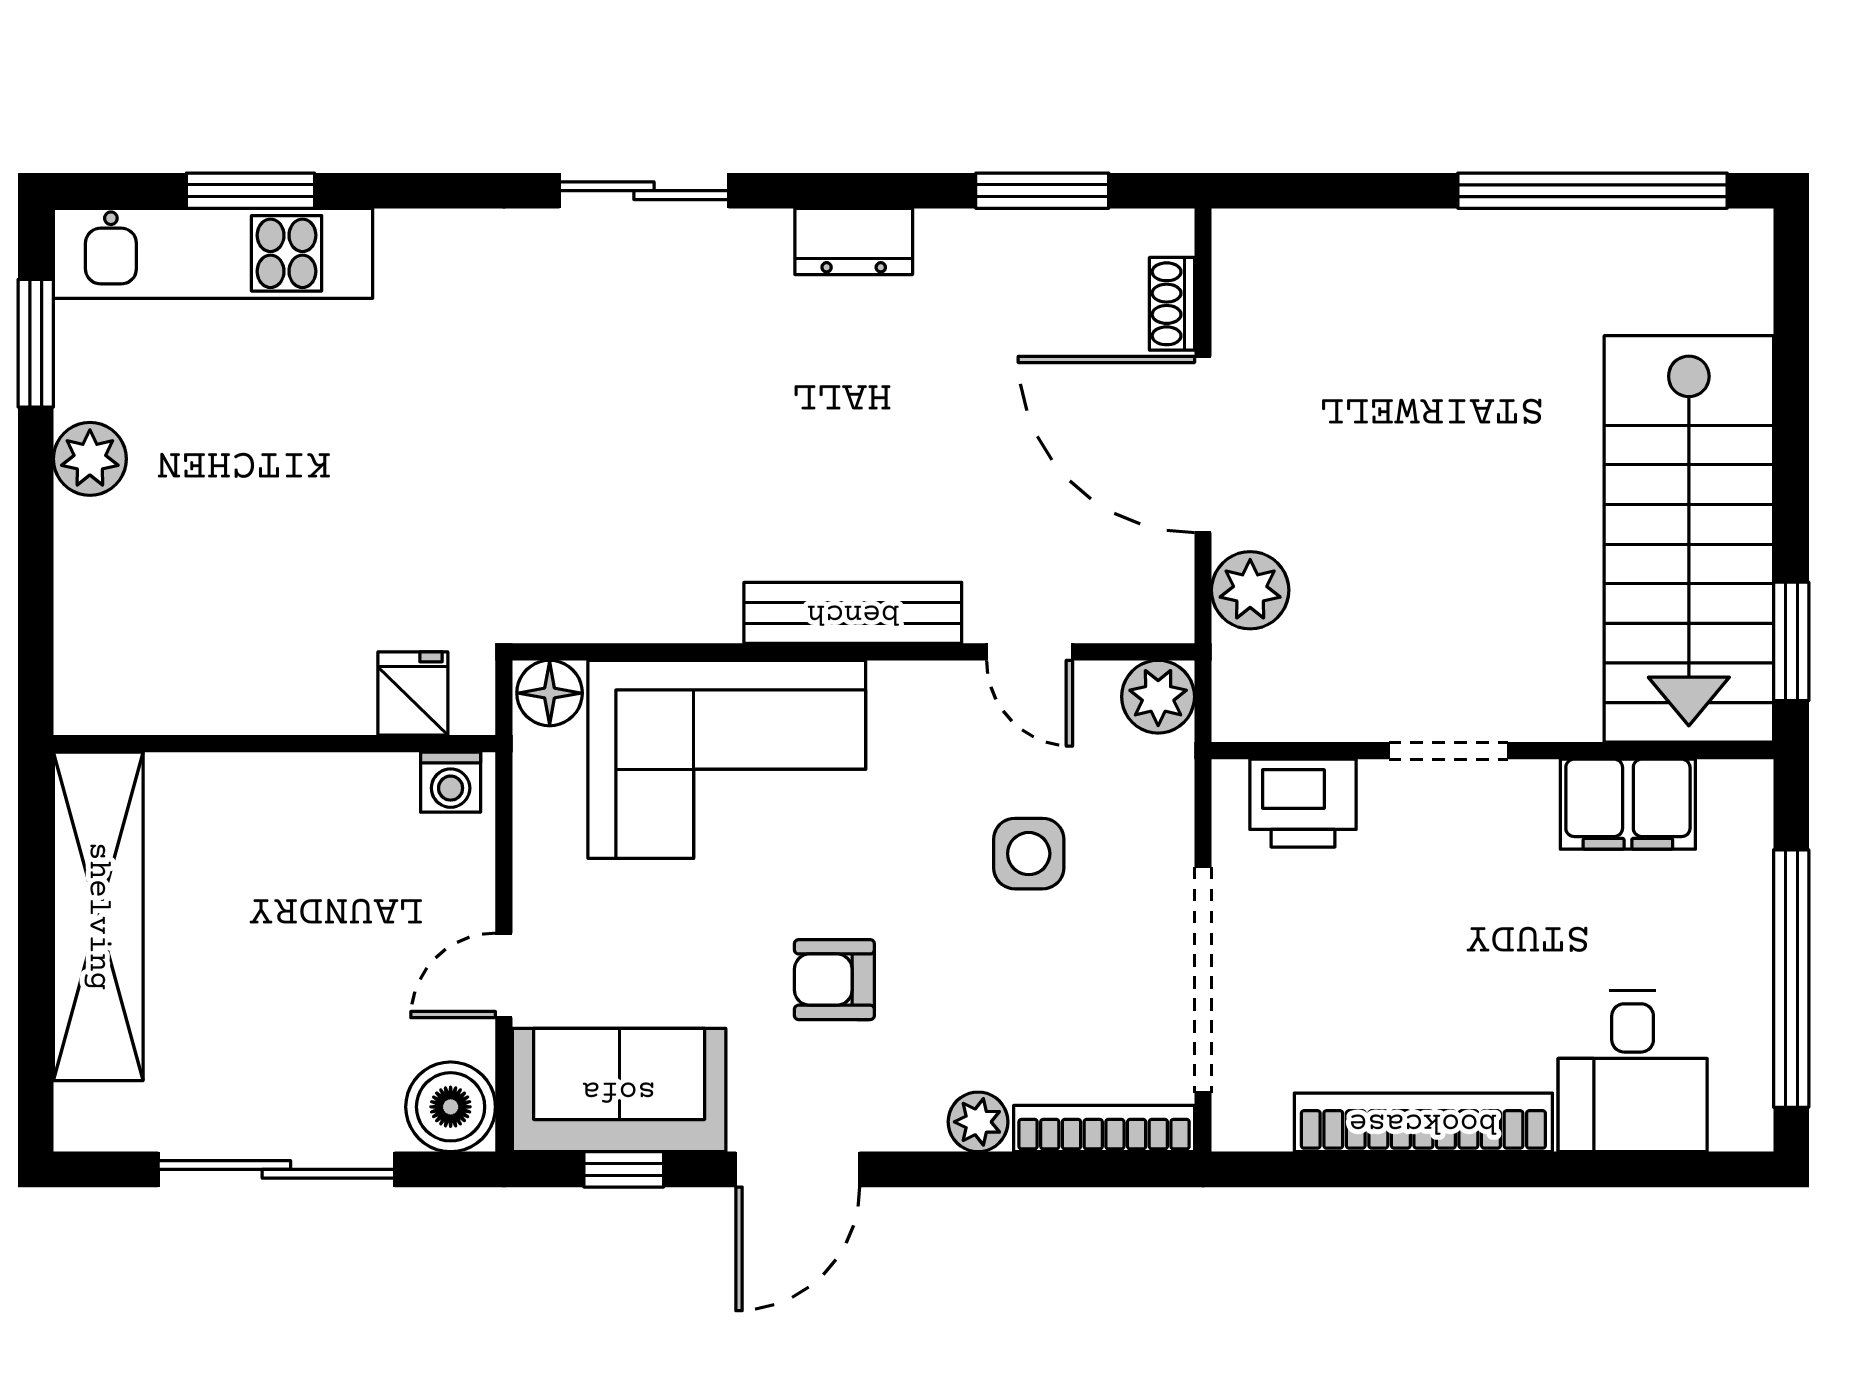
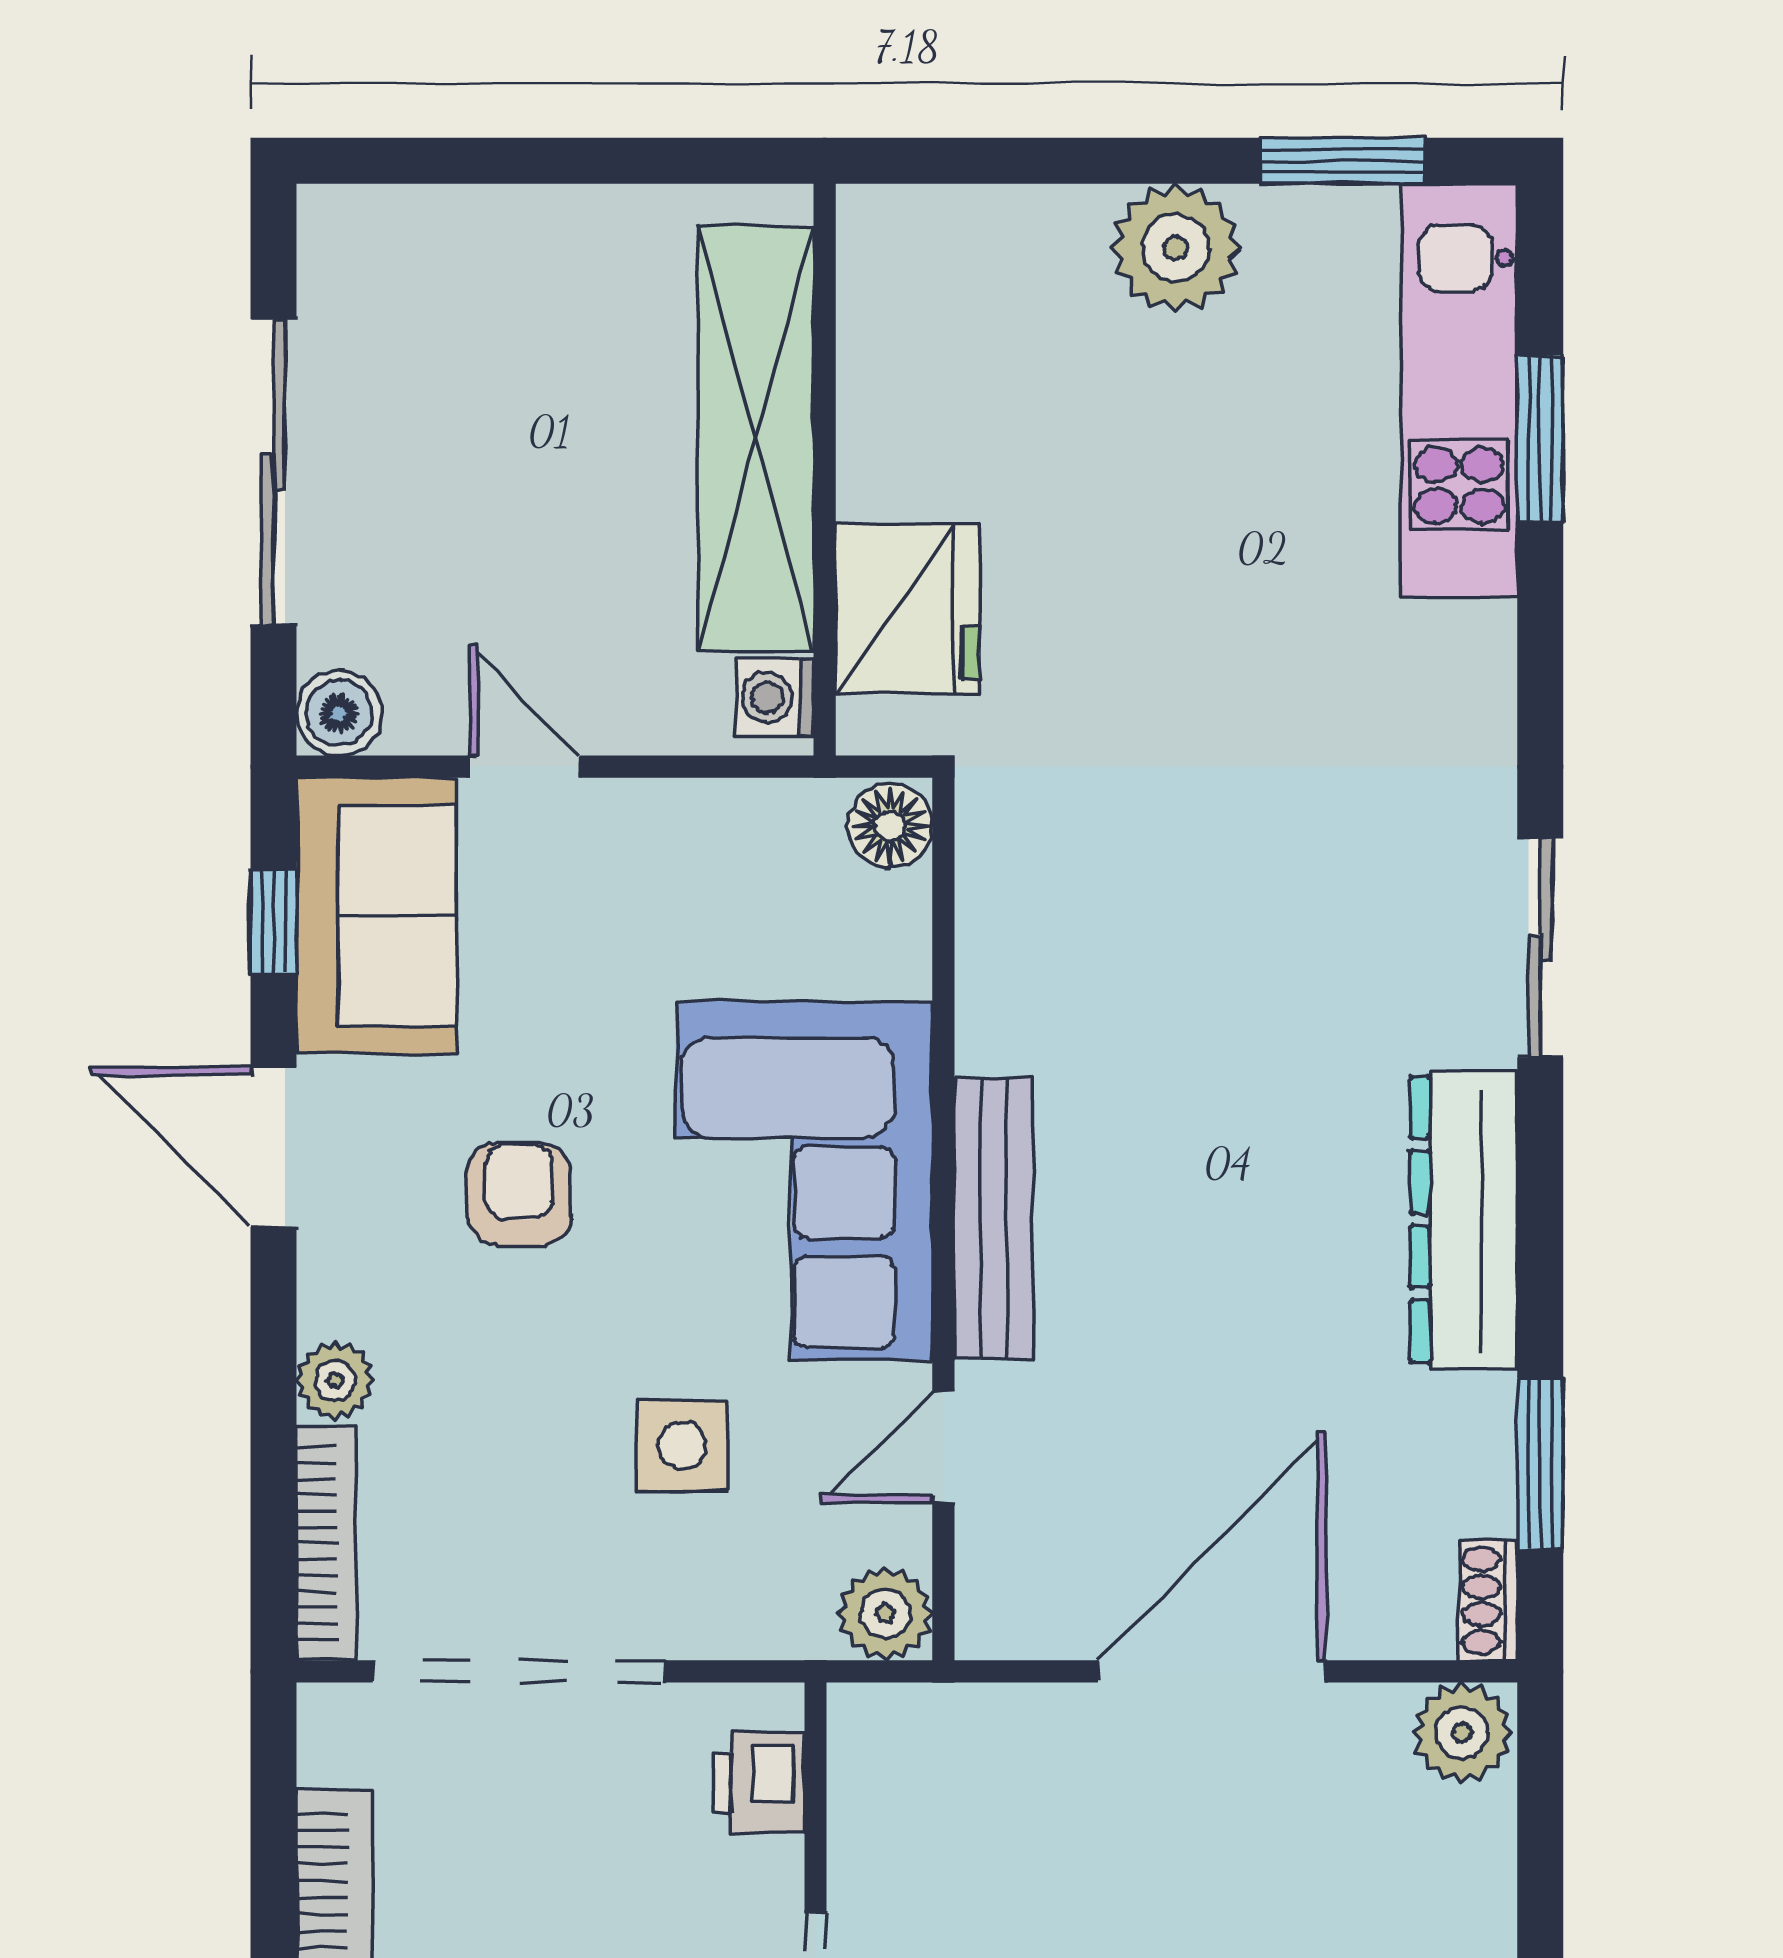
dresser: (854, 241) -> (1464, 1219), width x1.96, depth x1.24
shoe rack: (1172, 304) -> (1488, 1600), moved, turned -90
plant: (90, 459) -> (1176, 248), width x1.36, depth x1.36
plant: (1250, 590) -> (1462, 1732), moved
fridge: (413, 693) -> (908, 609), width x1.88, depth x1.34
corner sofa: (727, 759) -> (804, 1181), moved
printer: (1303, 803) -> (759, 1783), width x0.73, depth x0.81
shelving: (98, 916) -> (756, 439), moved, turned 90
boiler: (451, 1107) -> (339, 713), width x0.73, depth x0.73

